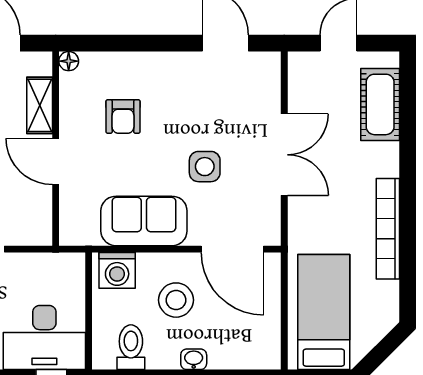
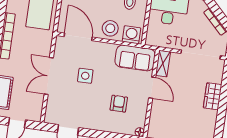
shelving: (40, 105) -> (163, 64), moved
sofa: (144, 221) -> (135, 58), moved
stool: (176, 300) -> (110, 28), moved

